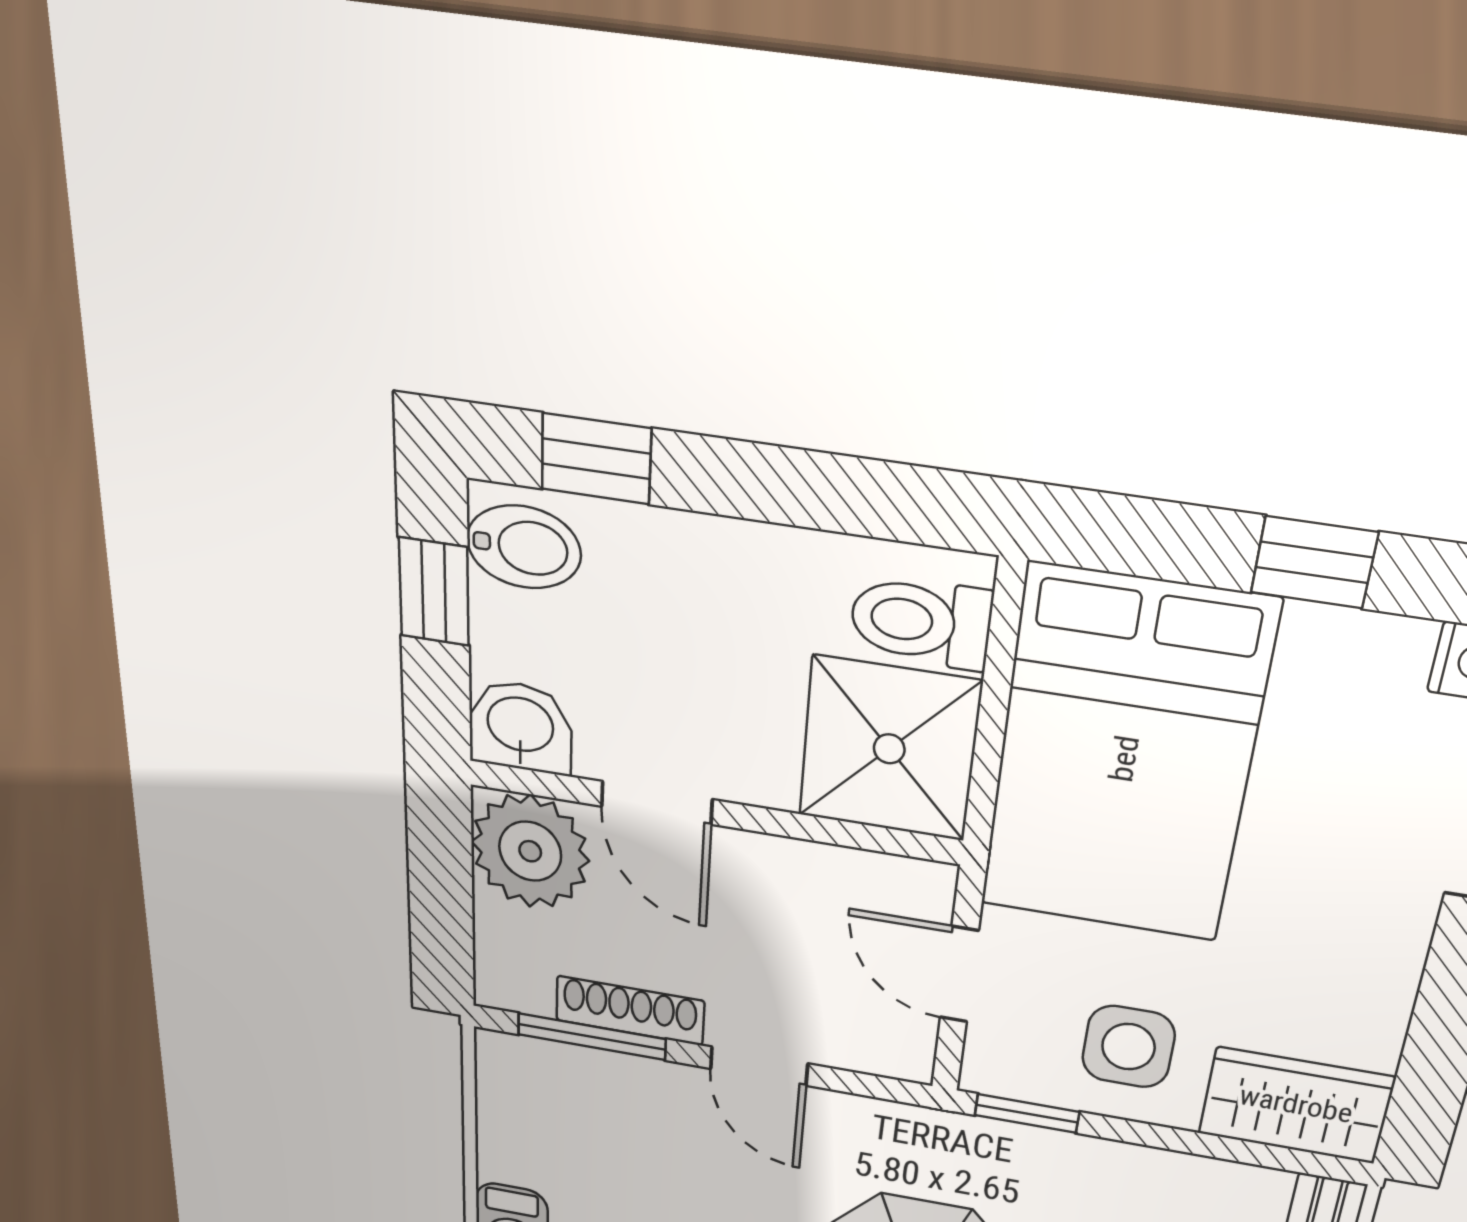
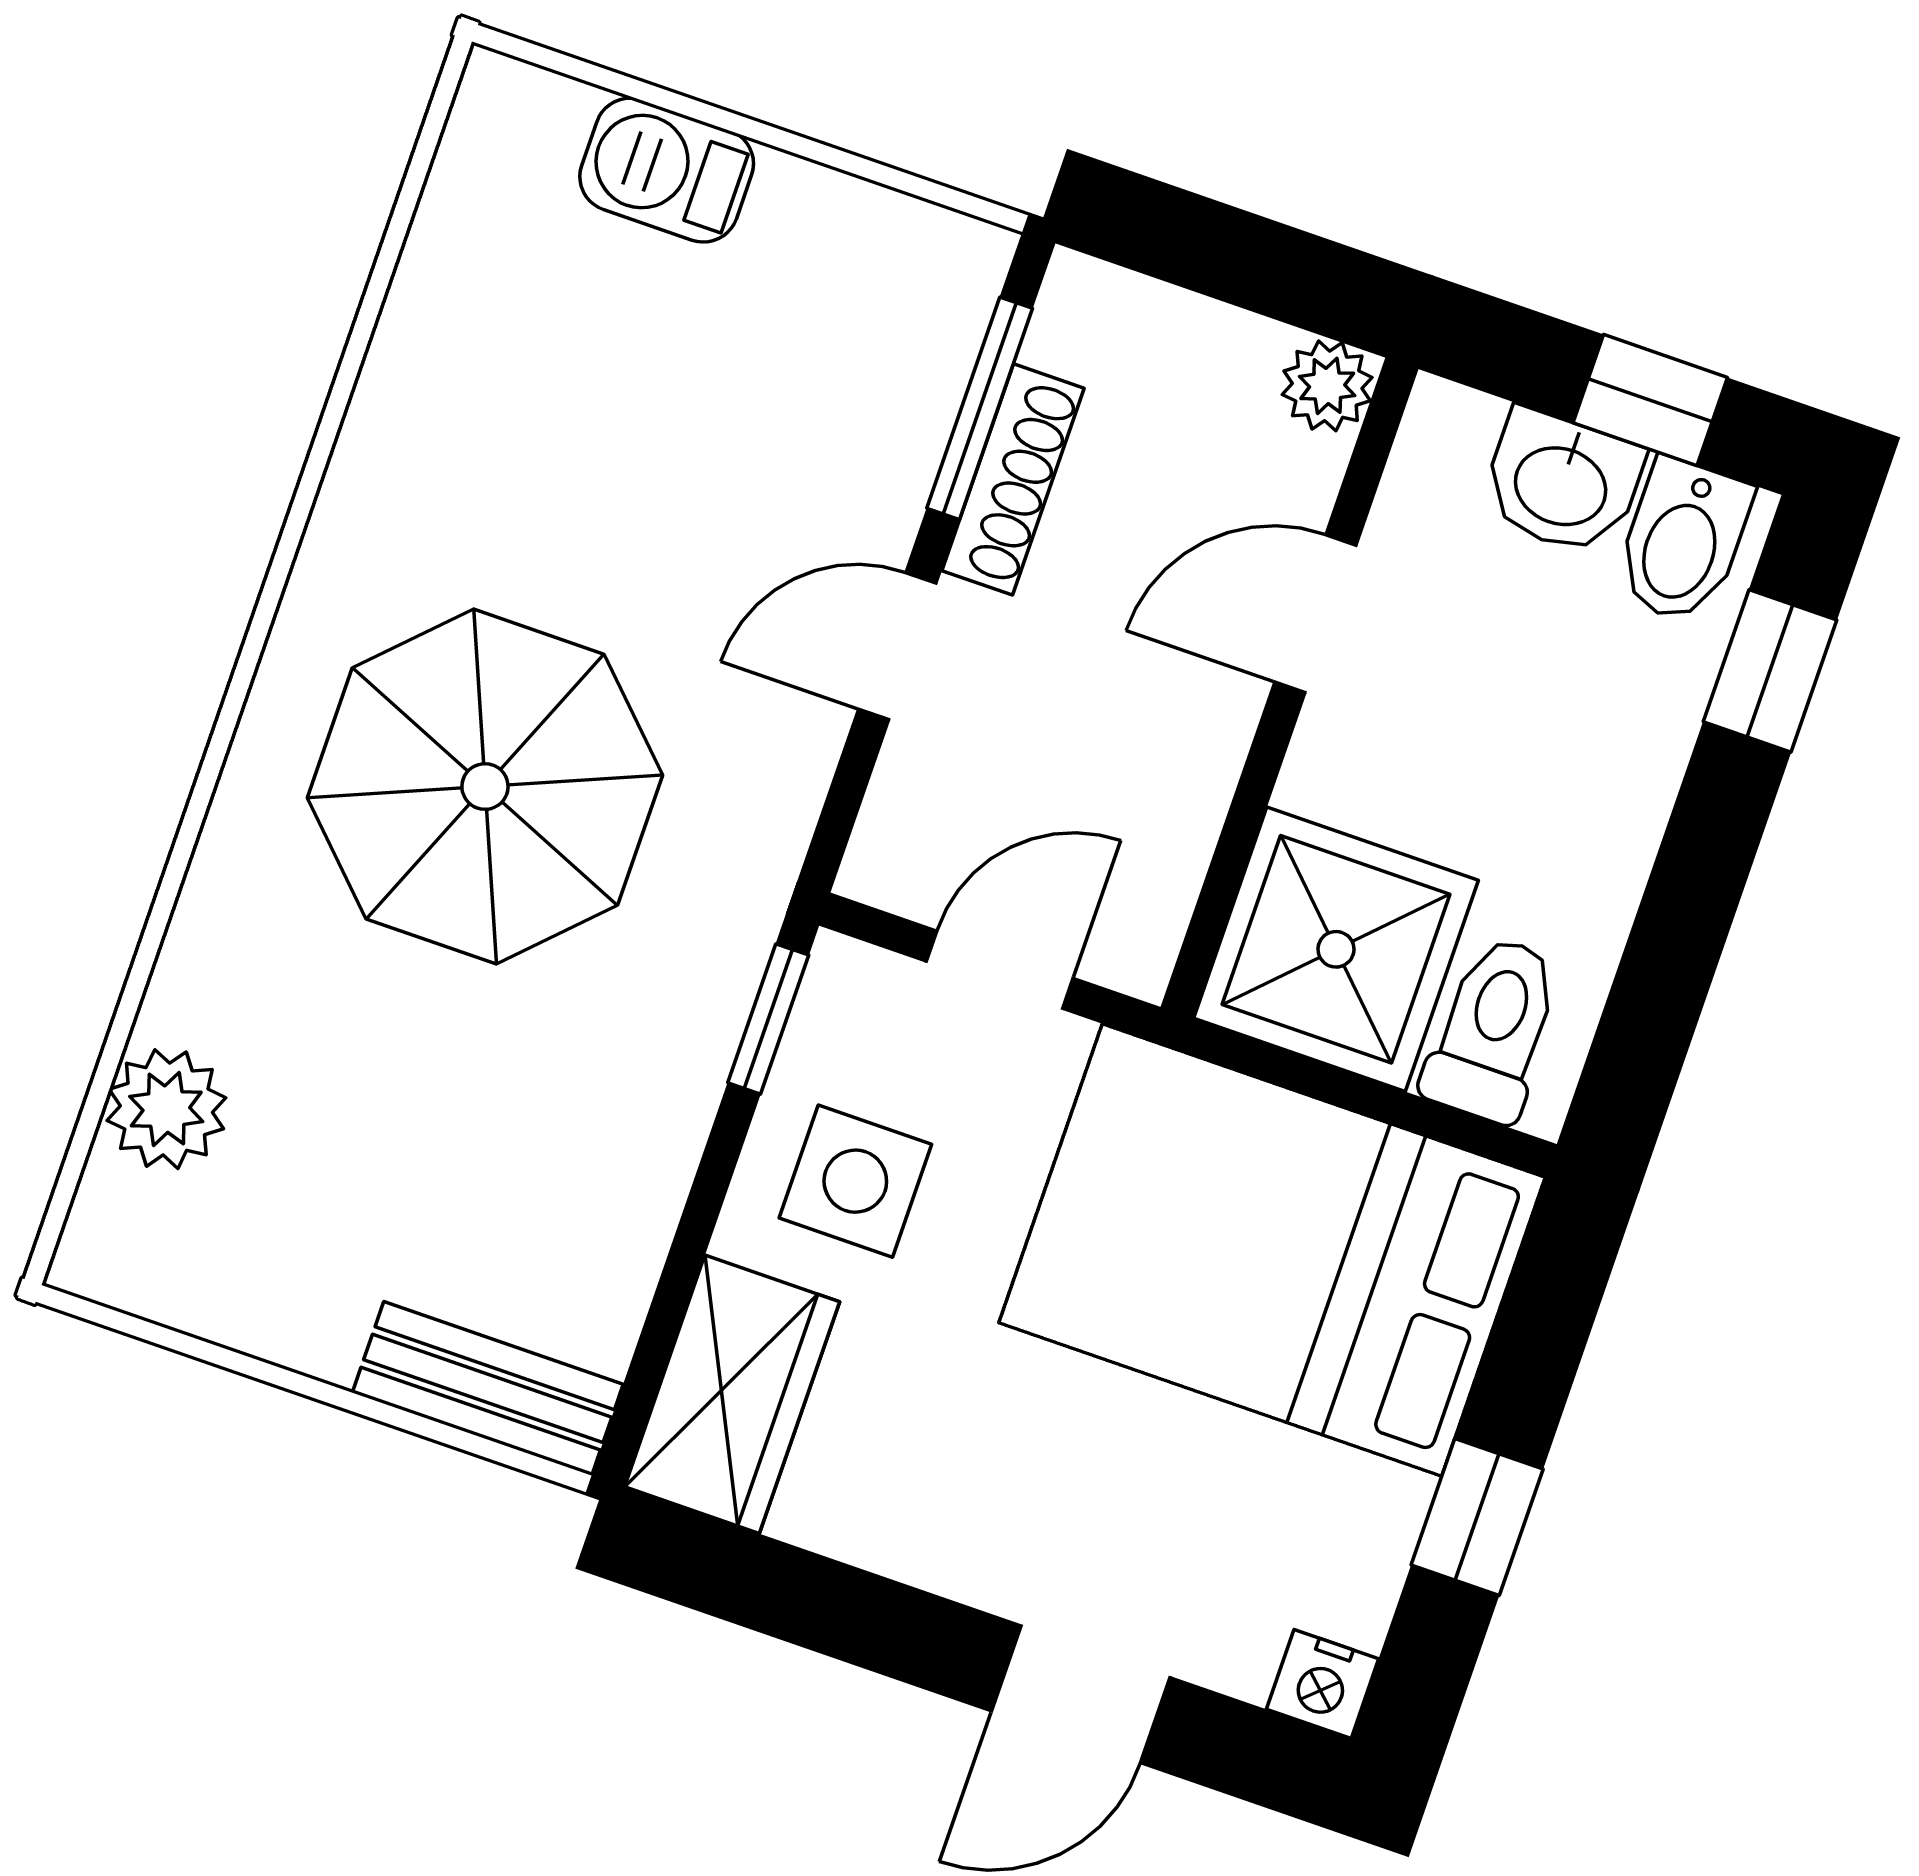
washbasin: (520, 727) -> (1562, 483), moved, turned 90
plant: (530, 851) -> (1327, 386), width x0.53, depth x0.53

